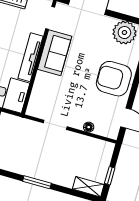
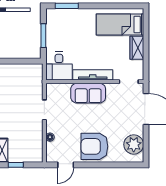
sofa: (55, 53) -> (88, 93), moved
armchair: (114, 79) -> (94, 146), turned -90

